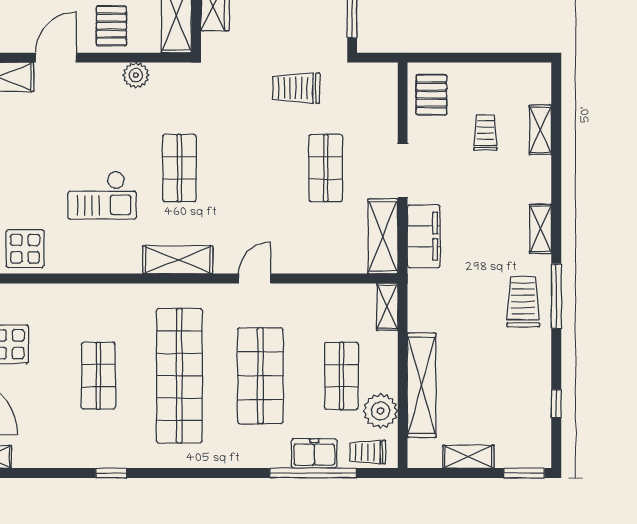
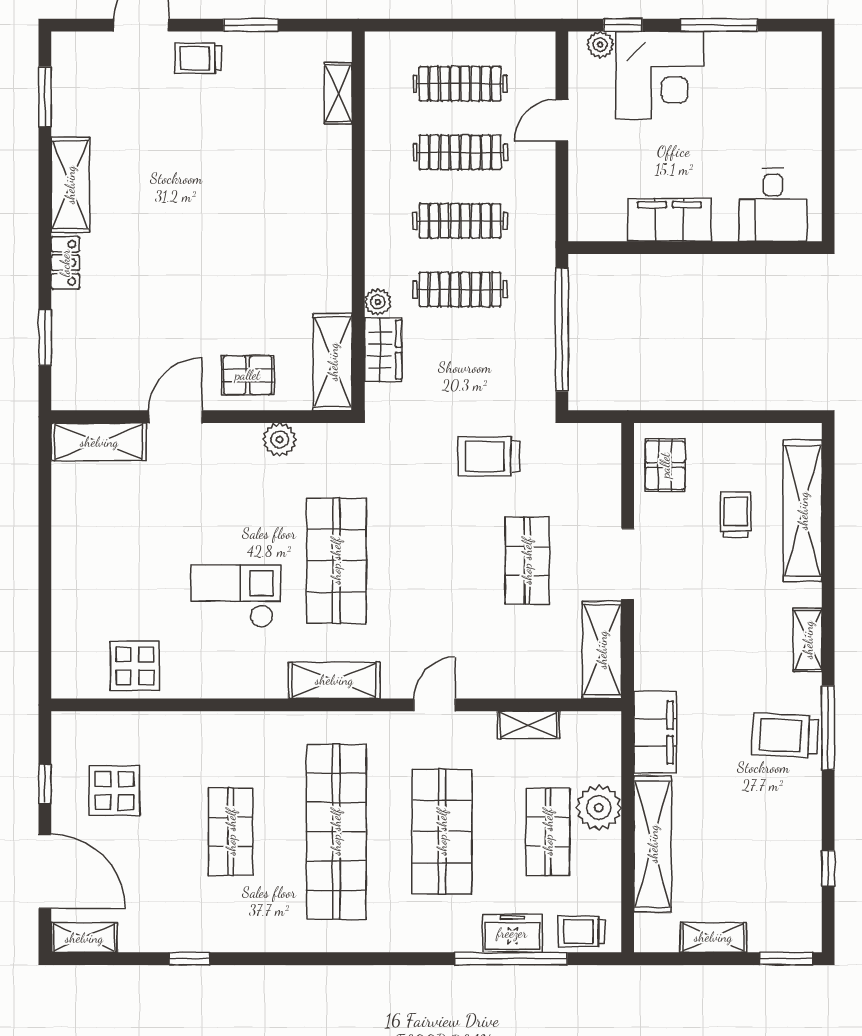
pallet: (111, 26) -> (248, 375), turned 90
shelving: (540, 130) -> (803, 511), width x2.20, depth x1.33
shop shelf: (179, 168) -> (336, 561), width x1.43, depth x1.36
checkout: (102, 195) -> (236, 596), turned 180
filing cabinet: (424, 236) -> (655, 732), moved
trolley: (523, 302) -> (785, 735), turned -87
shelving: (387, 307) -> (528, 725), moved, turned 90
plant: (380, 411) -> (599, 808), moved
window: (111, 473) -> (189, 959), moved

